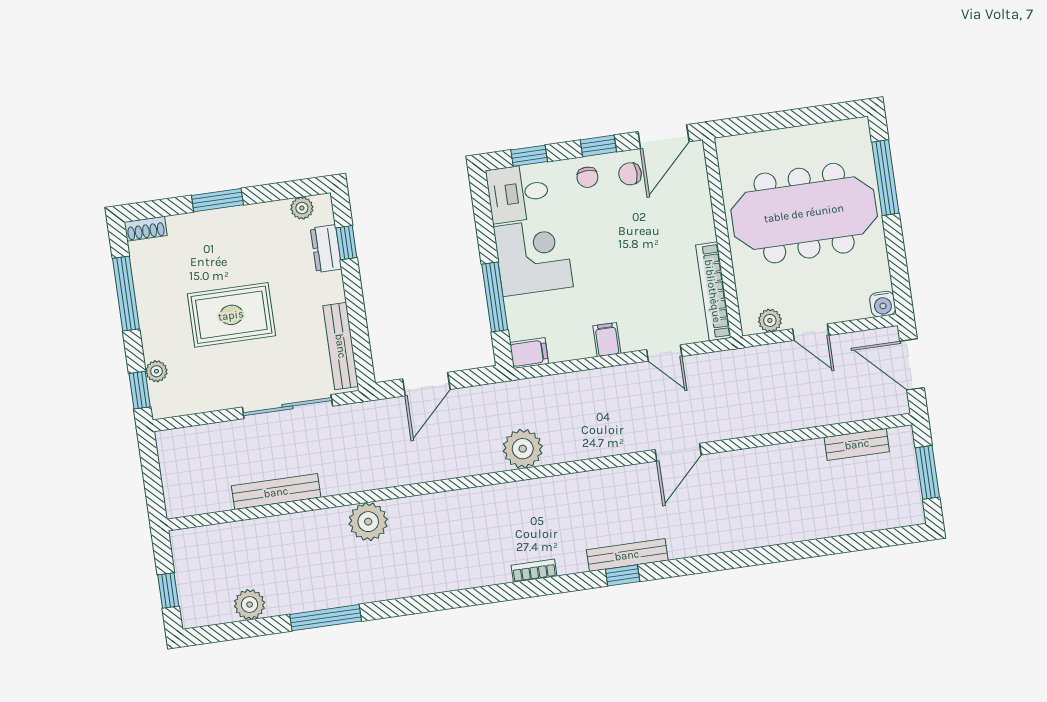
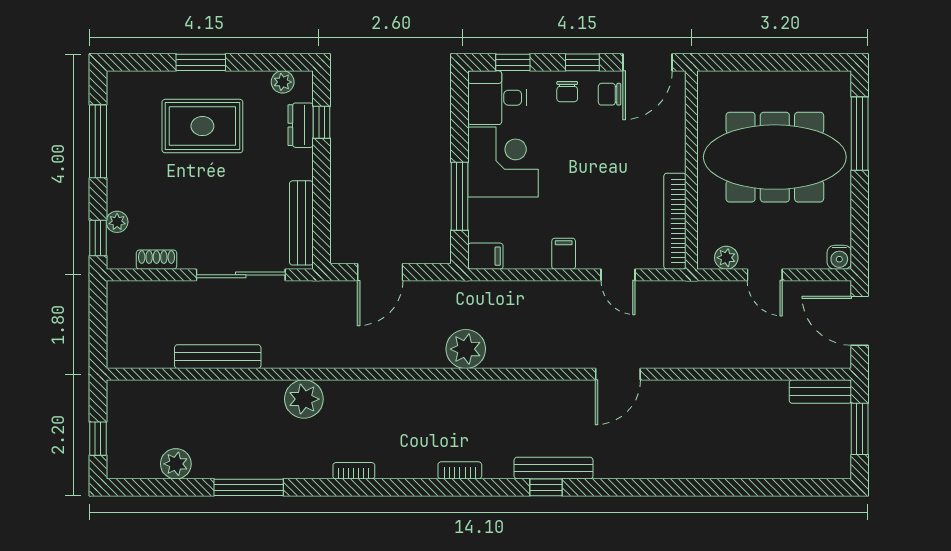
shoe rack: (146, 229) -> (157, 260), moved, turned 180
rug: (231, 315) -> (202, 126), moved
bench: (857, 444) -> (820, 392), moved
bookcase: (428, 586) -> (354, 471), added

